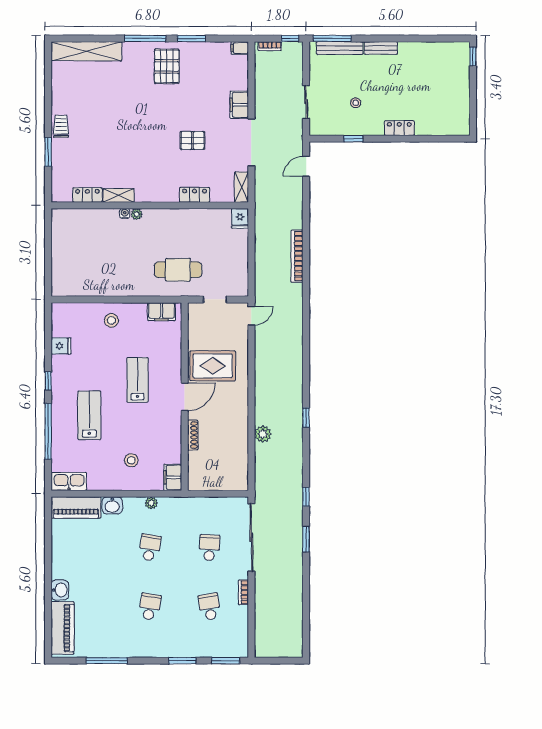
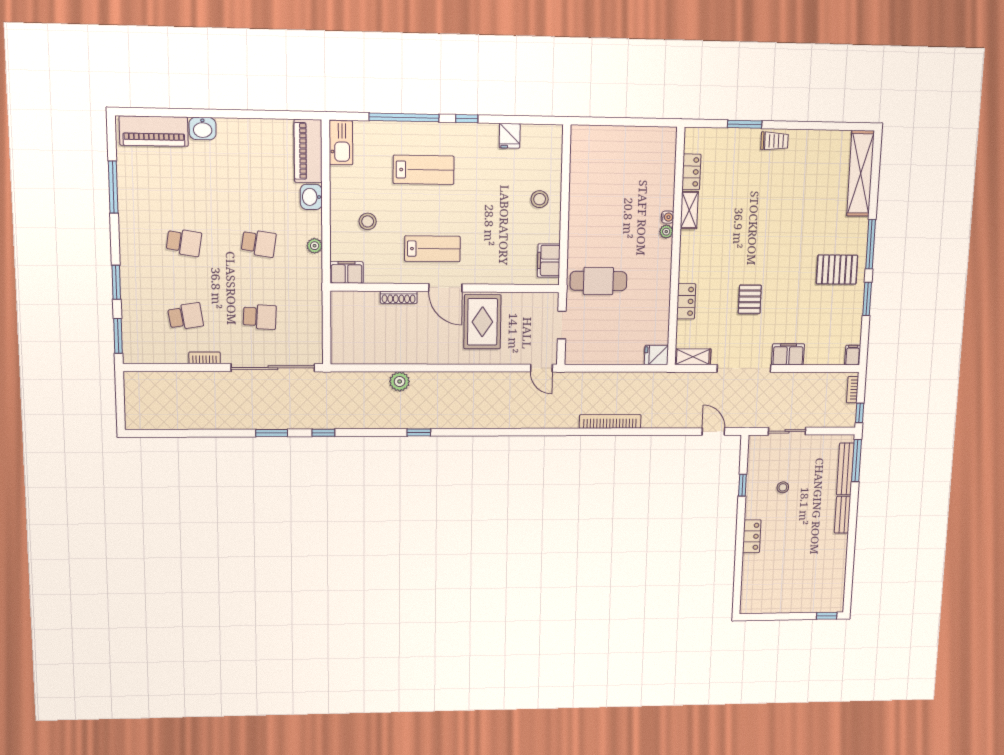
cafe table: (178, 270) -> (598, 281), turned 90
lab bench: (137, 380) -> (432, 249), moved

